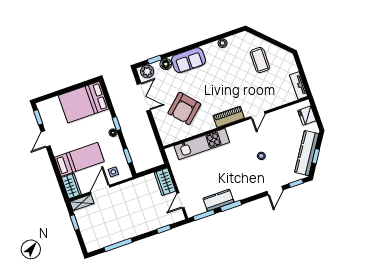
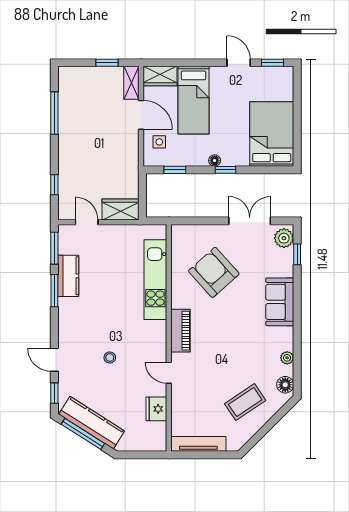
coffee table: (260, 60) -> (245, 402), turned -34
floor lamp: (166, 64) -> (285, 385), moved
tv unit: (298, 86) -> (198, 444), width x1.41
double door: (144, 97) -> (250, 221), swing flipped
fridge: (307, 116) -> (156, 409), moved, turned -90
window: (316, 156) -> (83, 434), width x2.17

